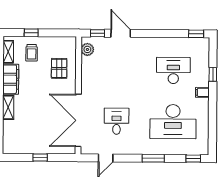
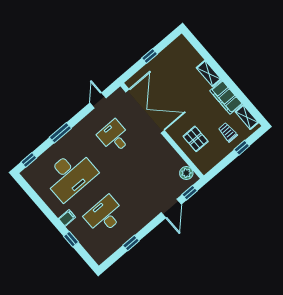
door: (121, 33) -> (171, 208), hinge flipped
window: (196, 34) -> (131, 243), moved
desk: (173, 70) -> (105, 215), turned 180
desk: (117, 121) -> (114, 137), turned 180
desk: (173, 122) -> (70, 175), turned 180

